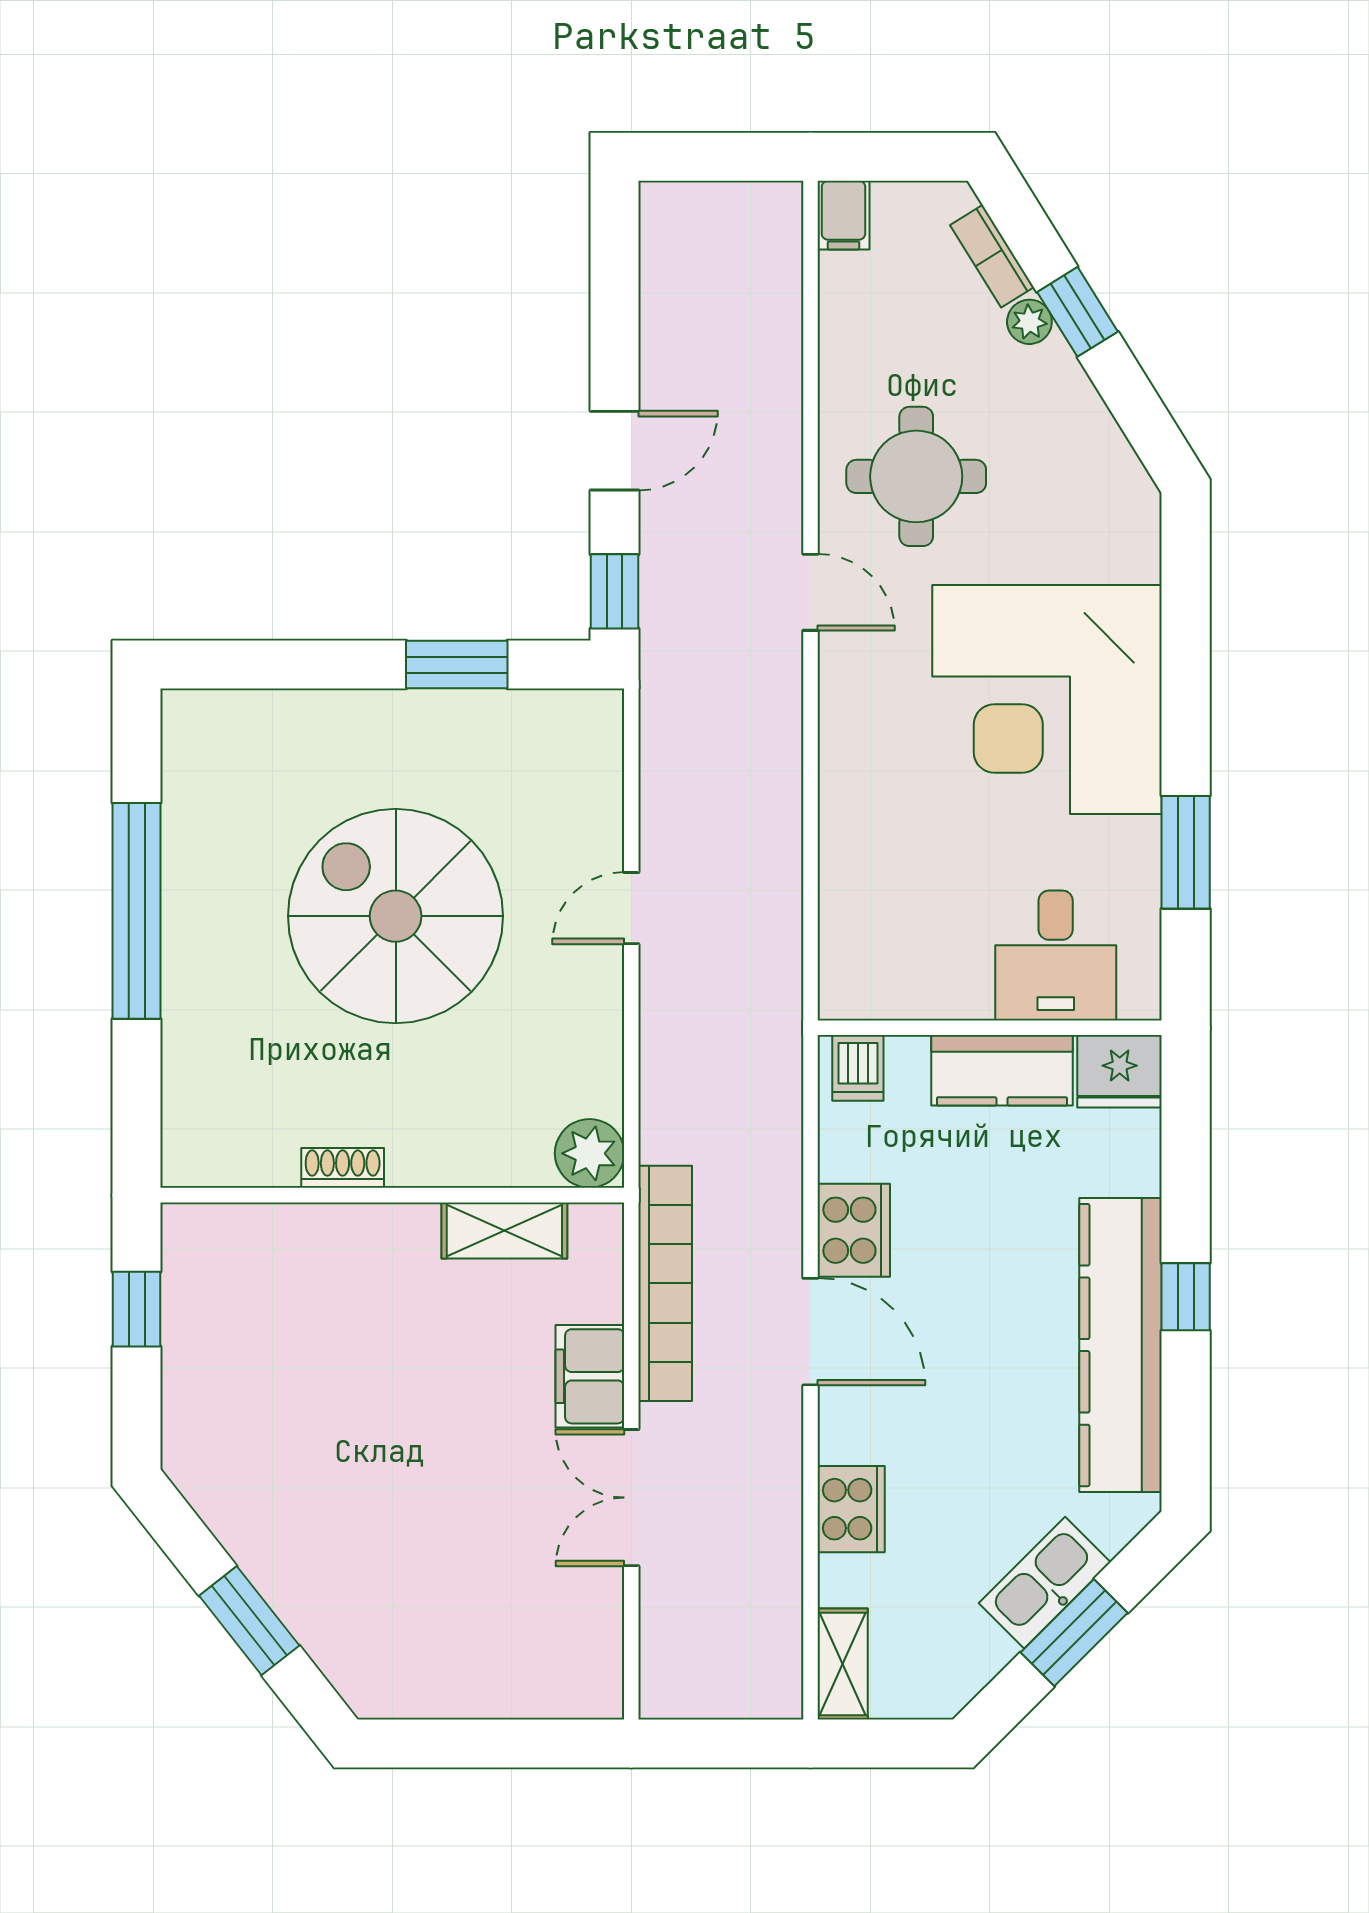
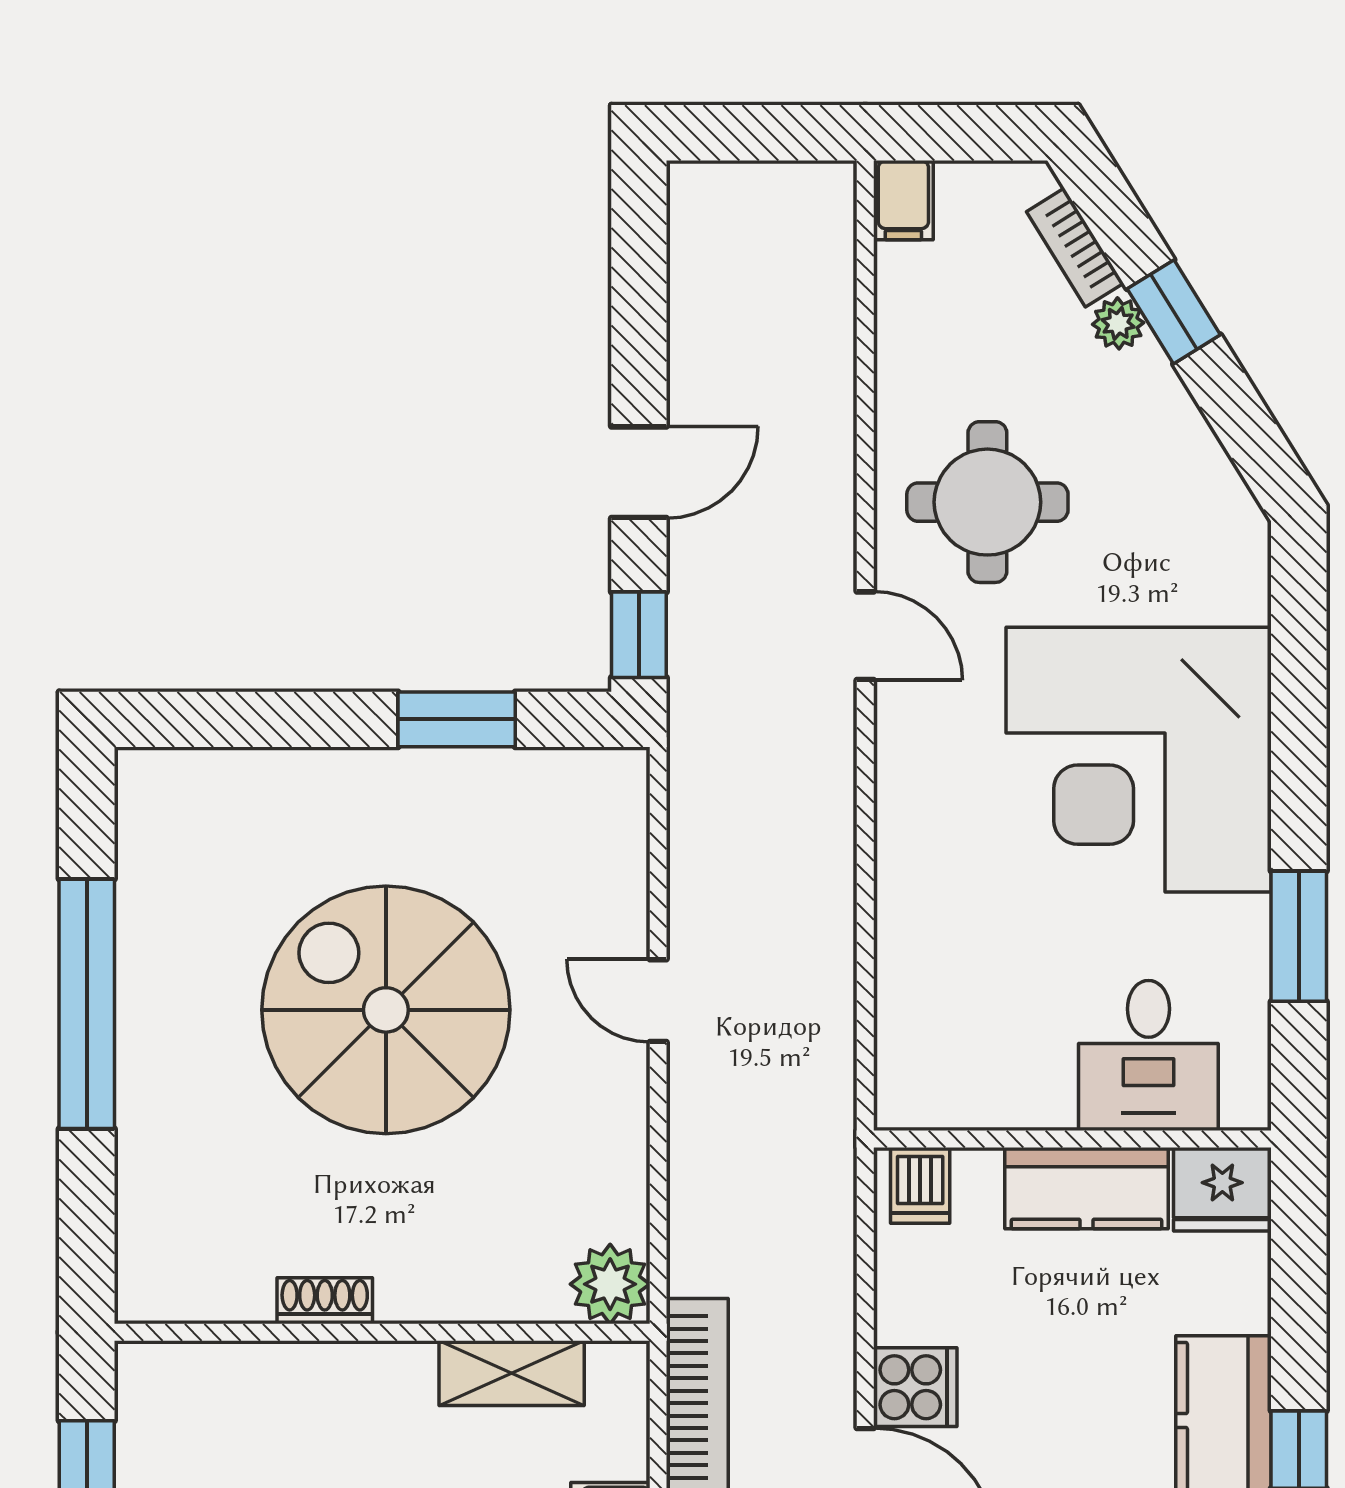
door: (631, 908) -> (658, 1001), hinge flipped
cooker: (854, 1230) -> (915, 1387), width x0.73

